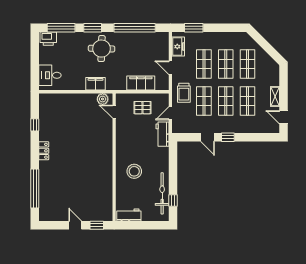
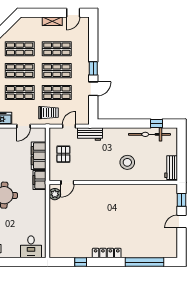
filing cabinet: (95, 84) -> (40, 180), moved
door: (170, 113) -> (69, 126), swing flipped
locker: (44, 151) -> (107, 253), width x1.53

